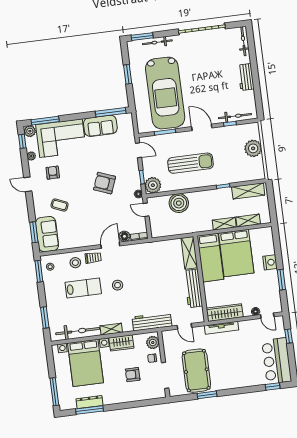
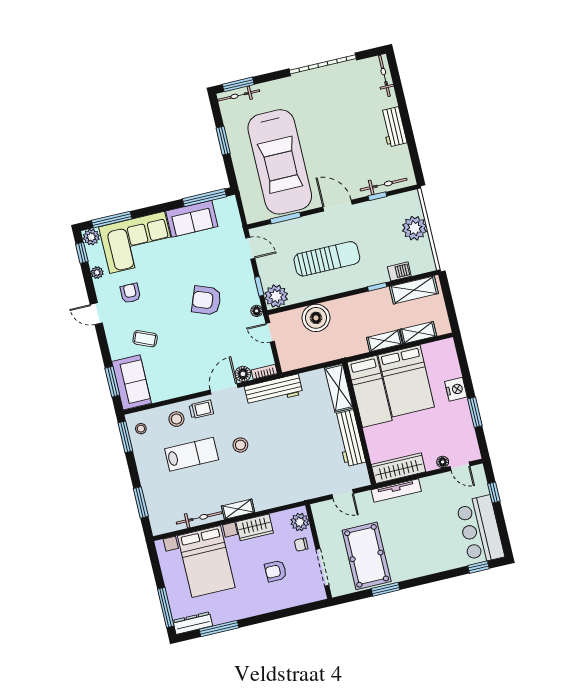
bicycle: (157, 42) -> (239, 95), moved
barbecue: (239, 177) -> (399, 271), added
workbench: (152, 322) -> (274, 390), moved, turned 180
bicycle: (78, 331) -> (199, 518), width x0.73, depth x0.71
dresser: (90, 402) -> (193, 623), moved

